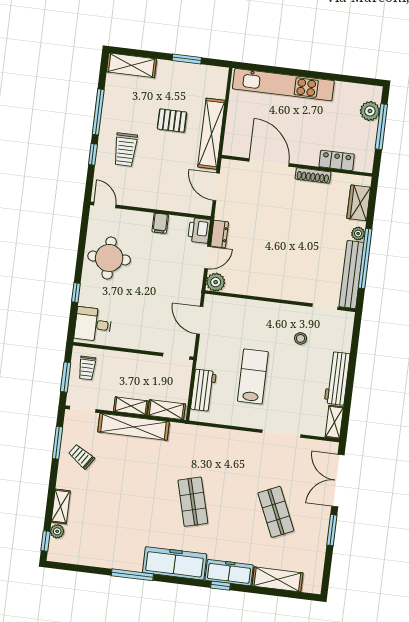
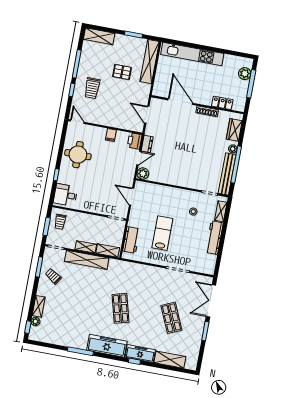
shelving: (211, 134) -> (150, 62), moved
shelving: (334, 422) -> (221, 211), moved

